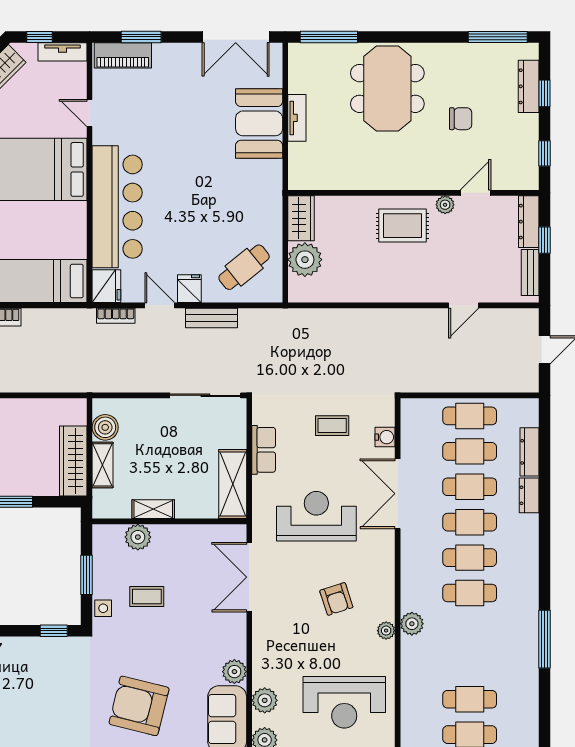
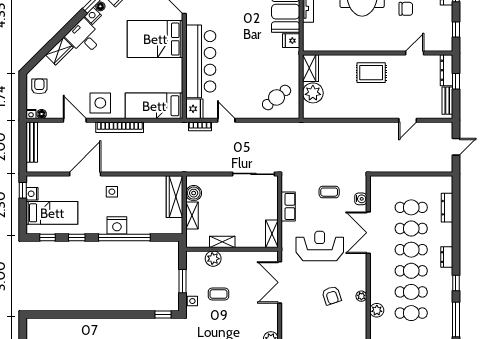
plant: (445, 205) -> (397, 60), removed
fridge: (189, 289) -> (291, 41), moved, turned -90
bench: (211, 318) -> (257, 128), removed
cafe table: (470, 416) -> (411, 313), moved
wardrobe: (73, 461) -> (175, 197), moved
shelving: (233, 484) -> (272, 234), width x0.67, depth x0.75
dresser: (529, 495) -> (447, 257), moved
window: (545, 578) -> (456, 283), added
plant: (386, 631) -> (361, 296), moved

